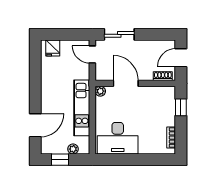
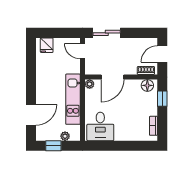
door: (126, 83) -> (112, 77), swing flipped
floor lamp: (164, 93) -> (147, 85), added
desk: (118, 138) -> (100, 126), width x0.73

